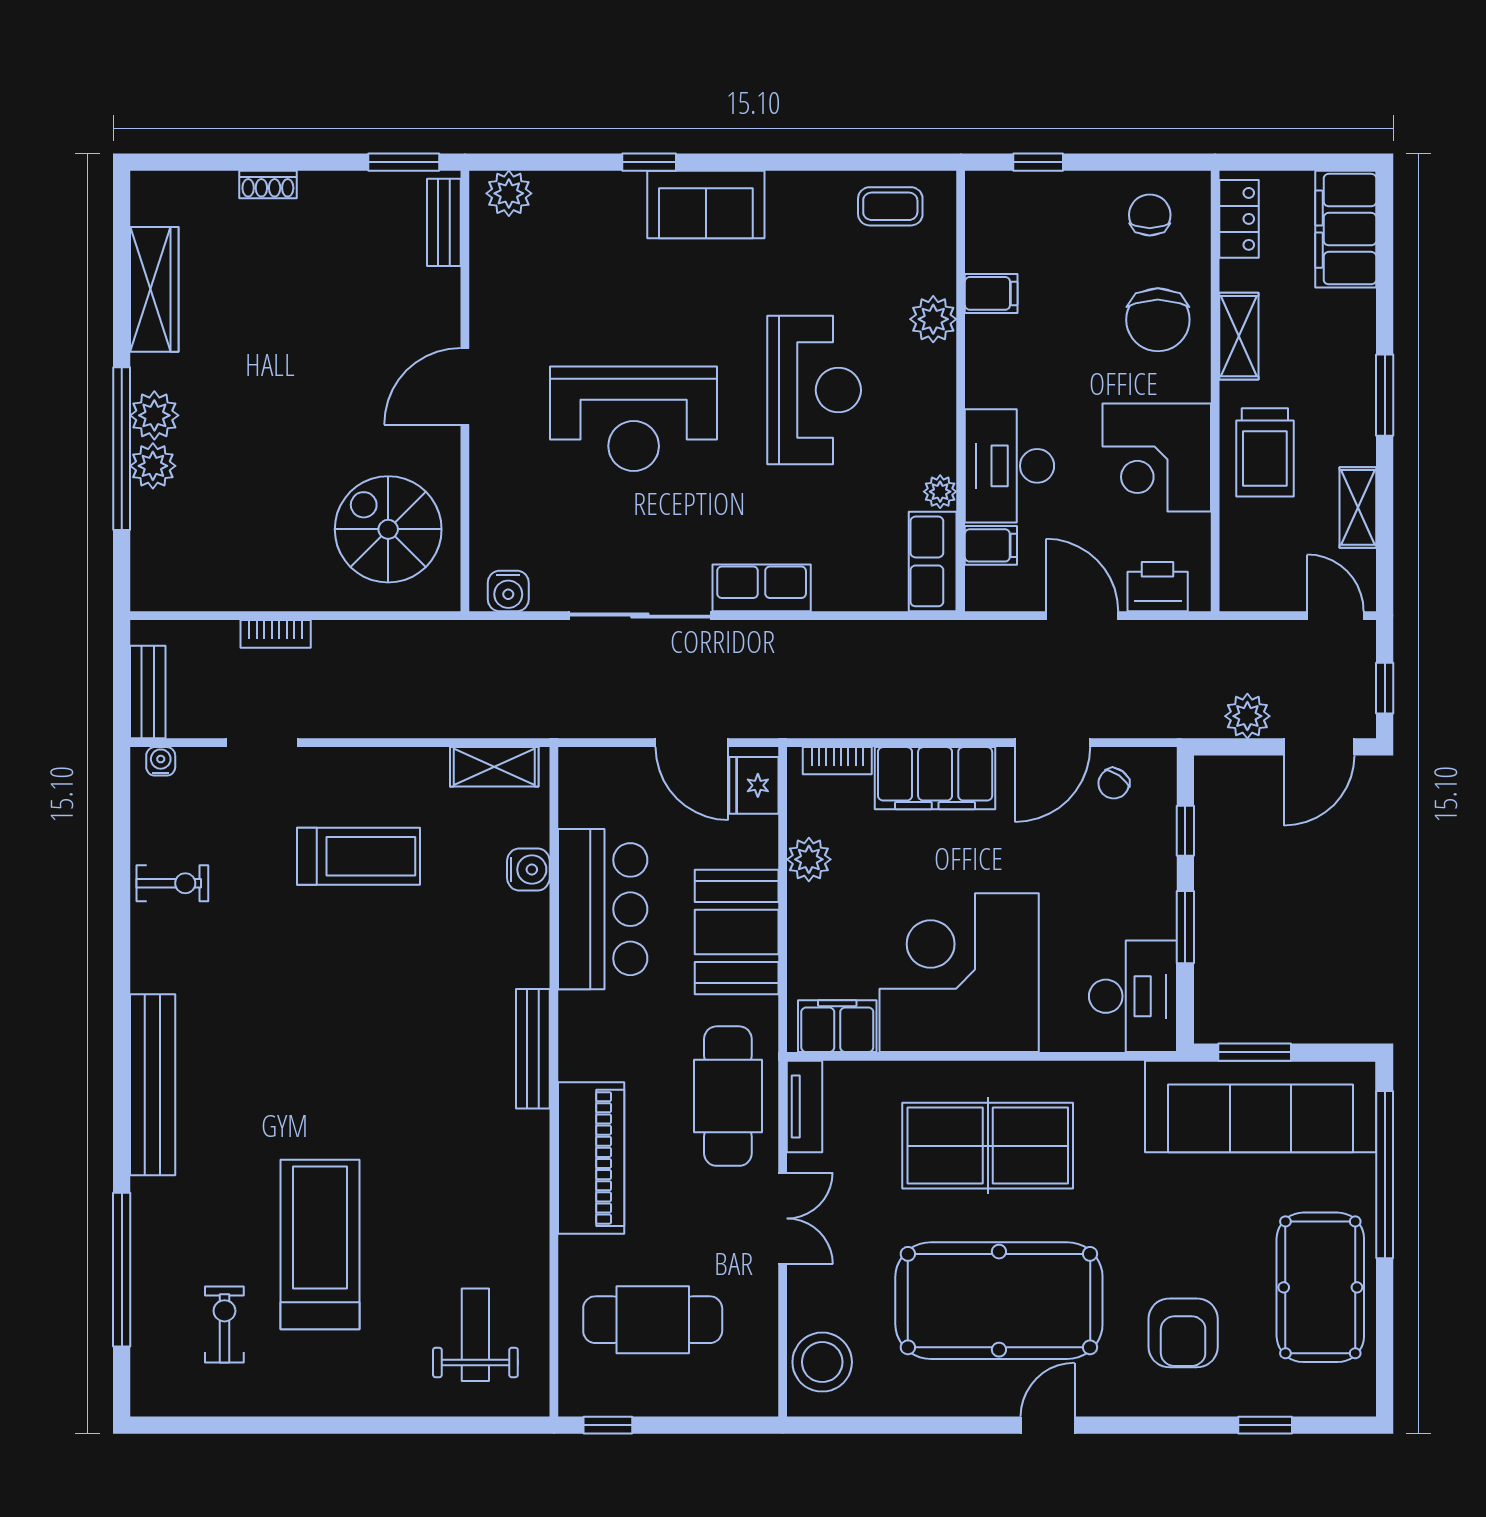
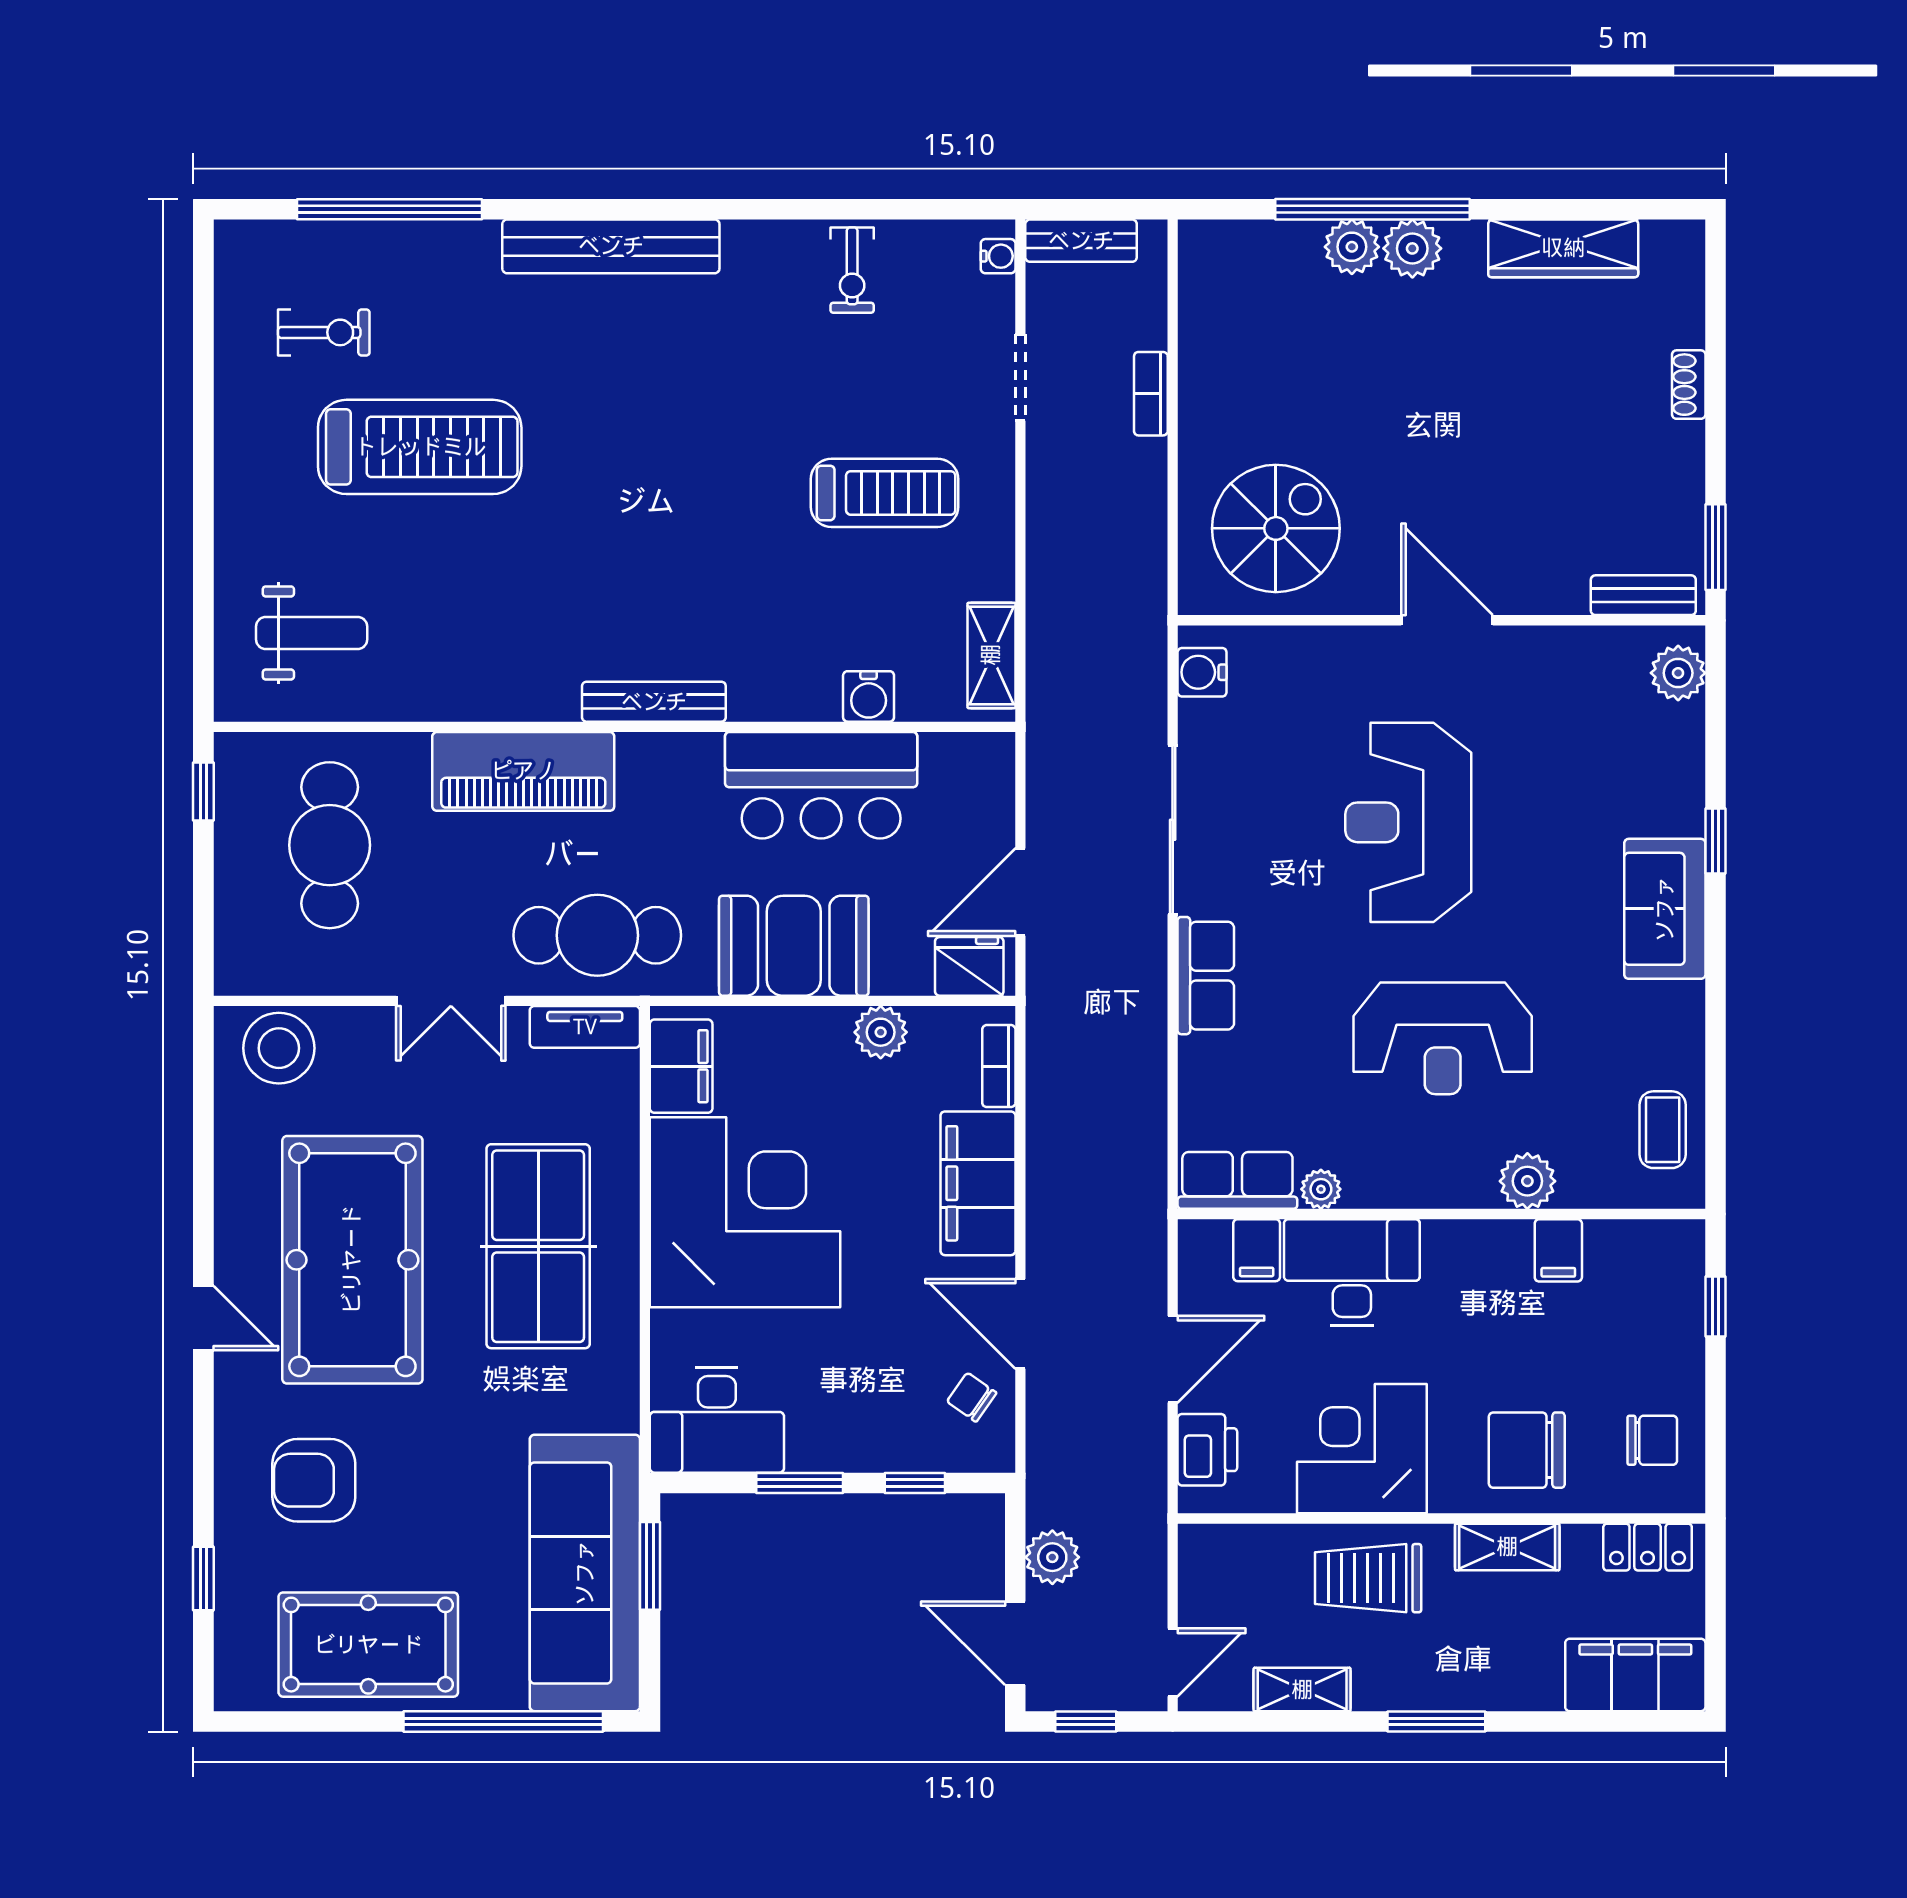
treadmill: (358, 856) -> (884, 493), turned -90

